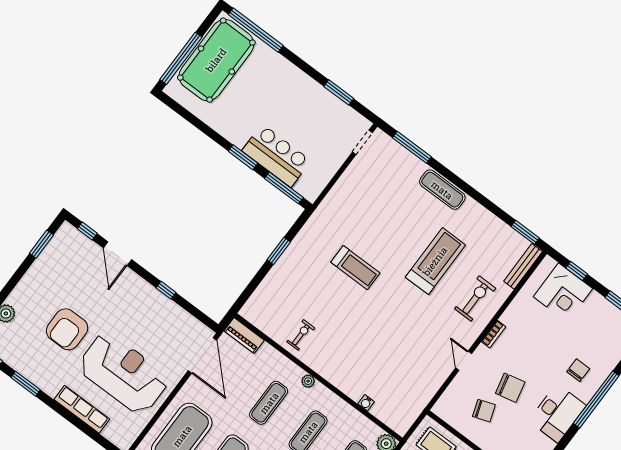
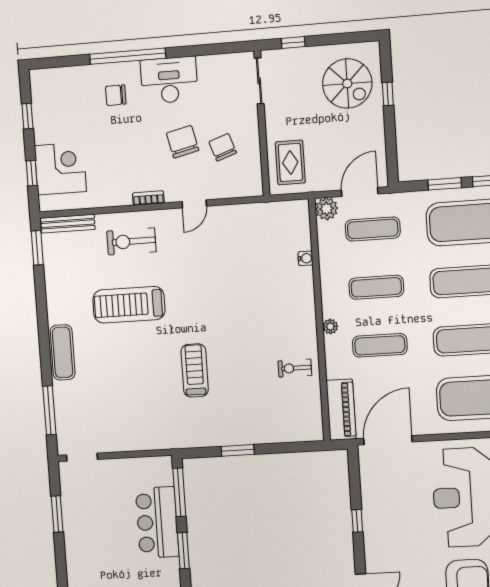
piano: (244, 336) -> (341, 410), width x1.37, depth x1.33

